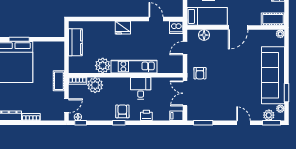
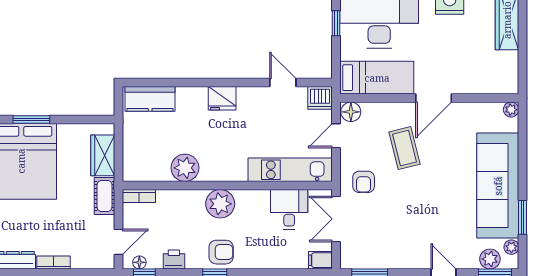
cot: (273, 19) -> (498, 83), removed
floor lamp: (204, 35) -> (351, 112), moved
kitchen counter: (75, 42) -> (150, 99), moved, turned 90
coffee table: (222, 55) -> (404, 148), added
wardrobe: (58, 59) -> (103, 155), added
kitchen unit: (134, 67) -> (290, 170), moved
plant: (95, 85) -> (220, 204), moved
desk: (141, 88) -> (289, 209), moved
armchair: (122, 111) -> (221, 252), turned 90
printer: (146, 115) -> (174, 259), moved

